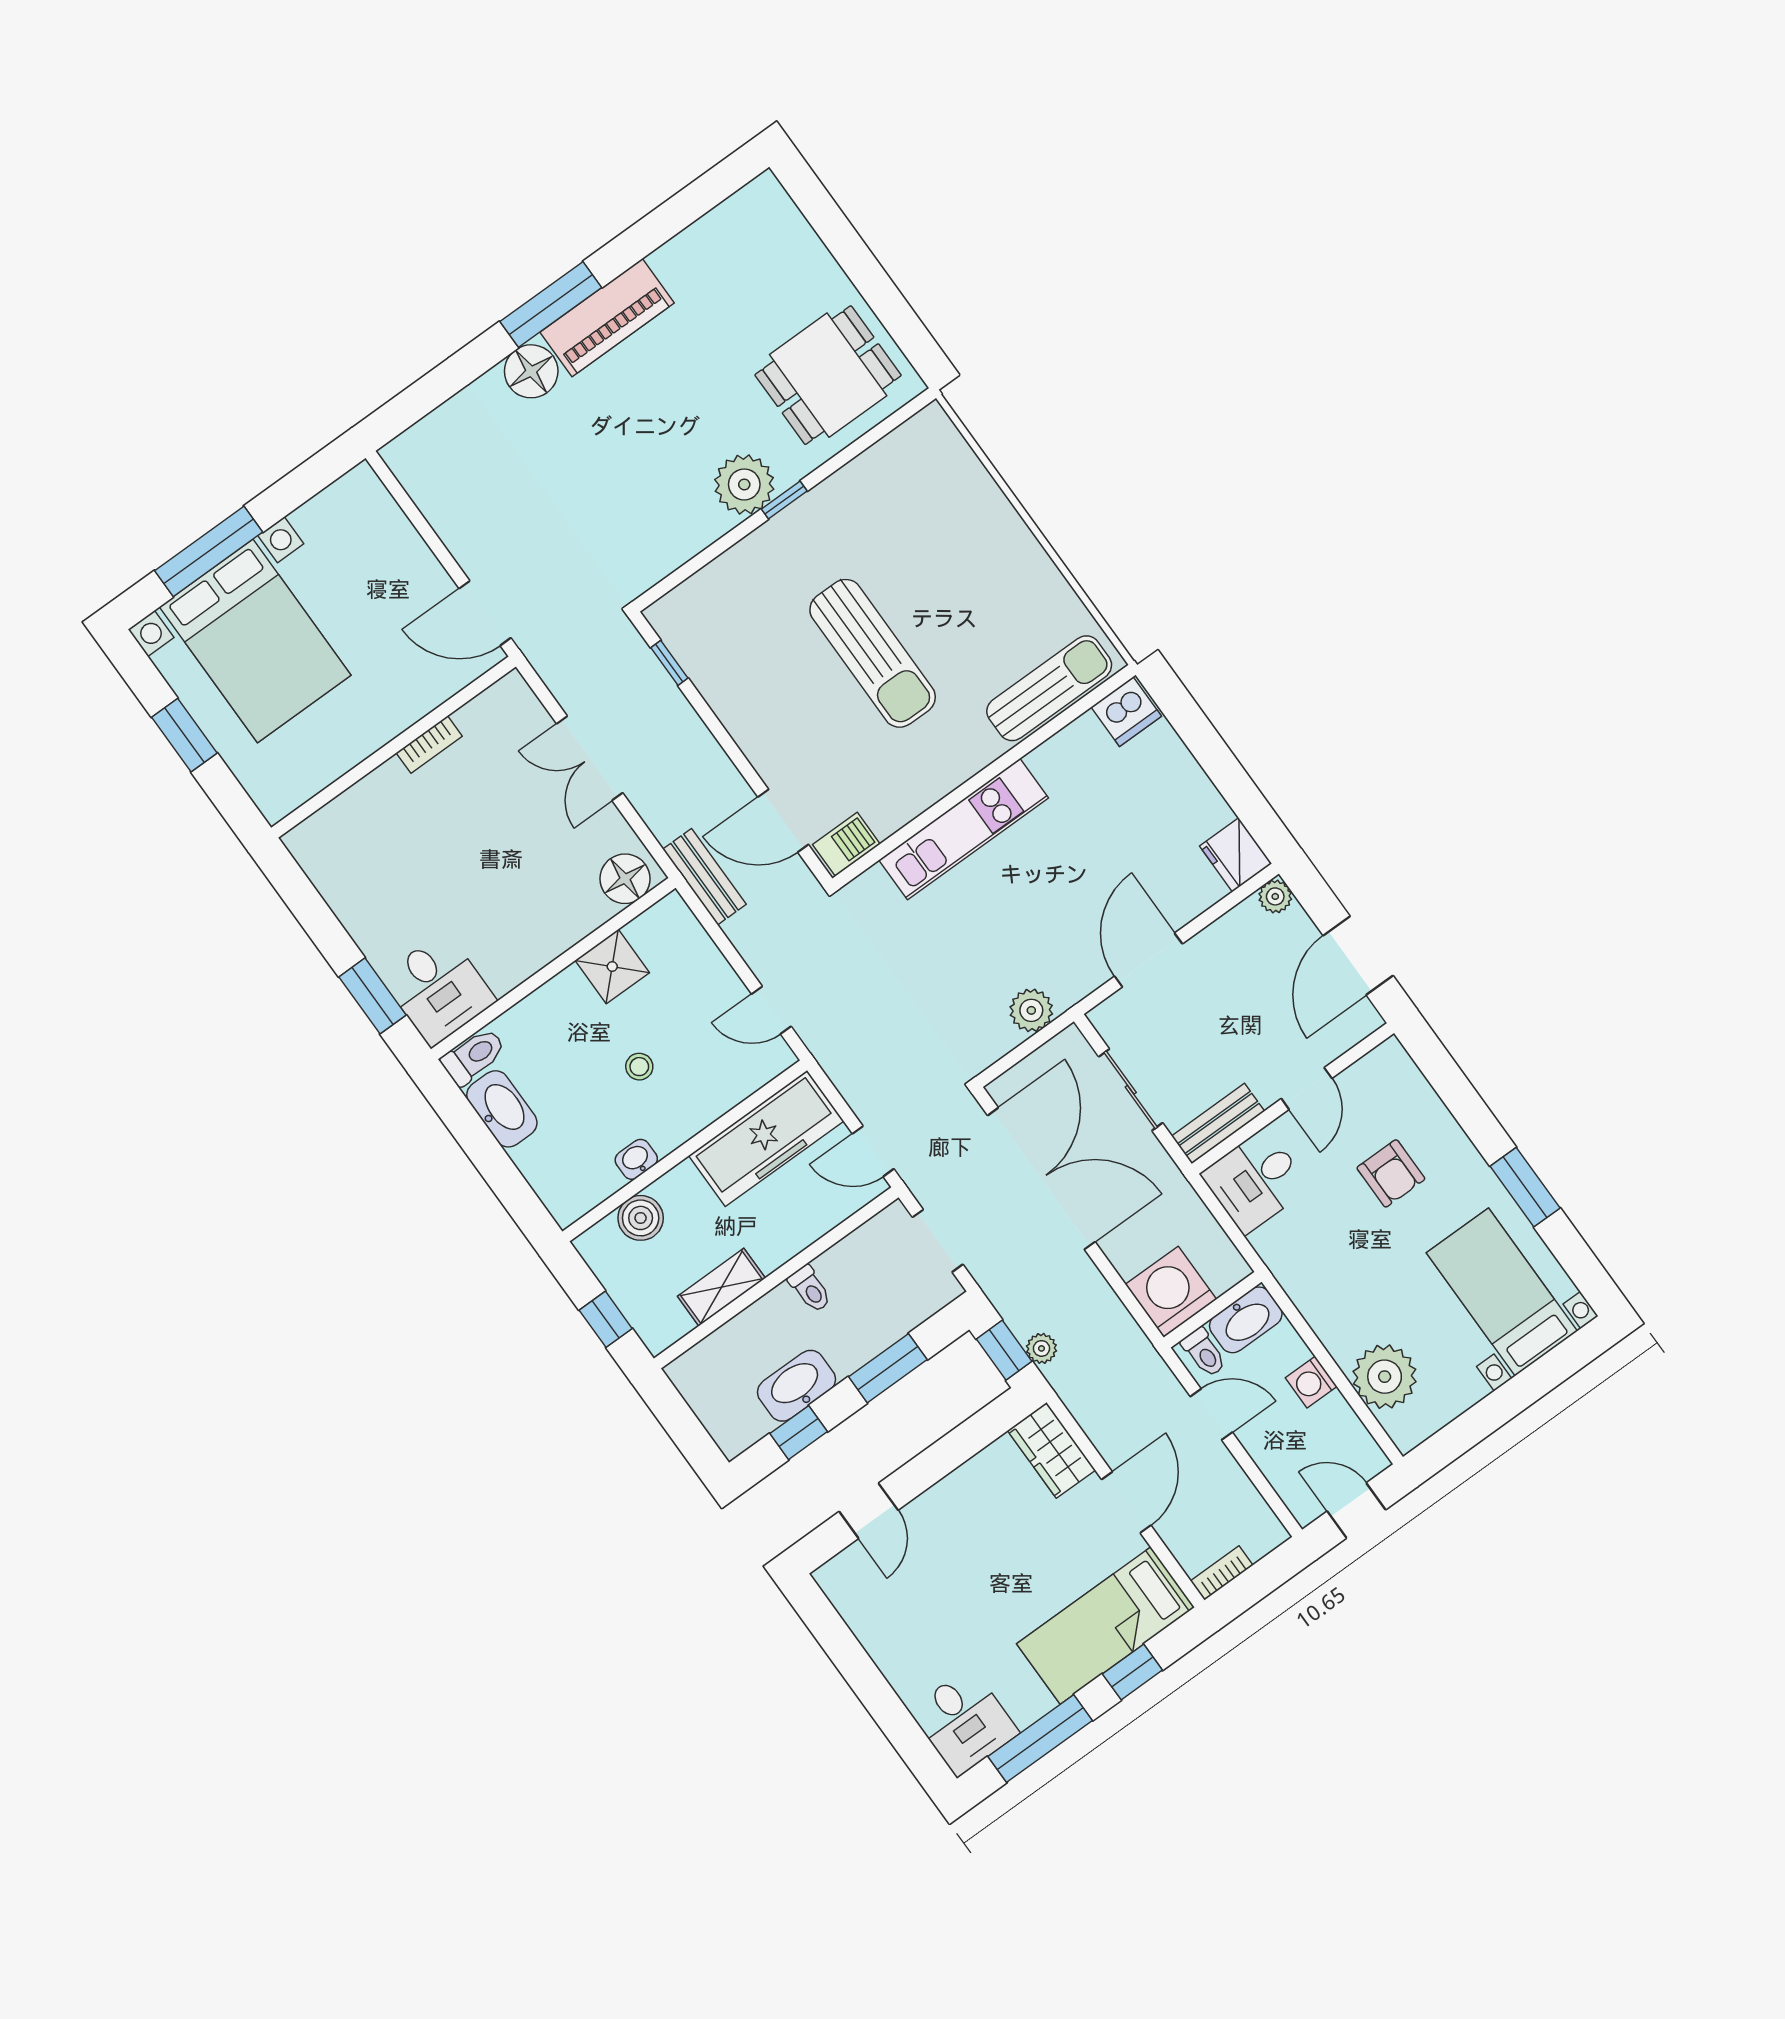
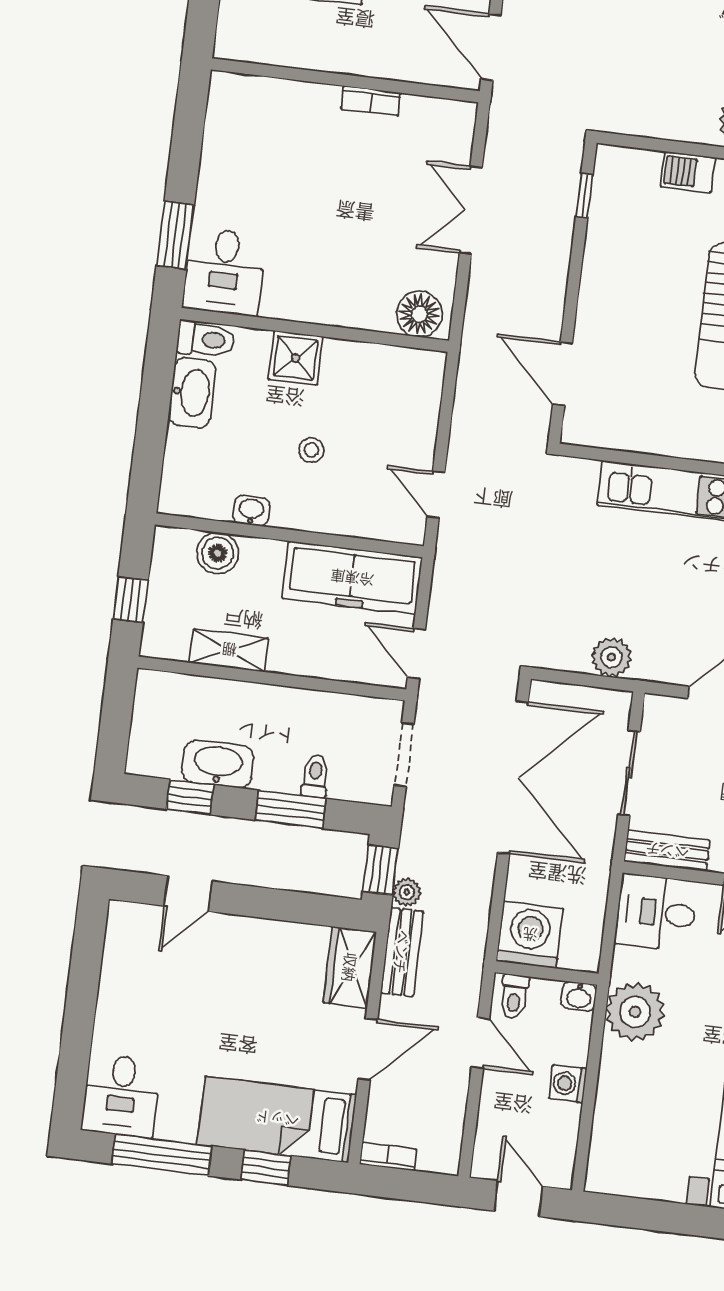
barbecue: (846, 844) -> (688, 172), moved, turned 180
bench: (705, 877) -> (402, 952), moved
shower: (612, 966) -> (296, 358), moved
toilet: (810, 1289) -> (315, 776), moved, turned 180
washbasin: (1246, 1320) -> (579, 996), width x0.52, depth x0.69
plant: (1385, 1377) -> (635, 1012), moved

